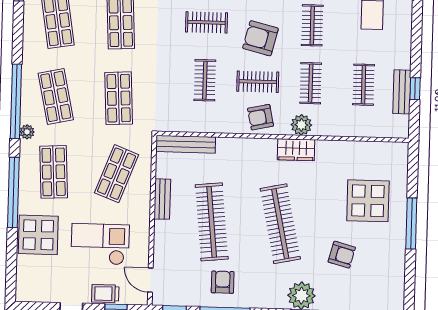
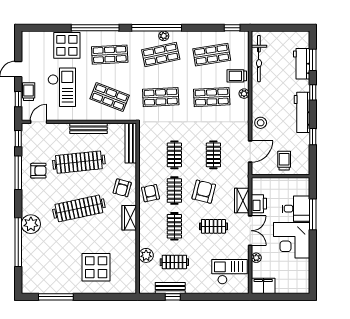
clothes rail: (205, 80) -> (174, 155), turned 90
clothes rail: (311, 83) -> (174, 226), turned 90
plant: (301, 125) -> (146, 255), moved
plant: (27, 132) -> (164, 36), moved
bench: (162, 199) -> (88, 128), width x1.36
window: (411, 224) -> (56, 297), moved
armchair: (342, 255) -> (122, 188), moved

